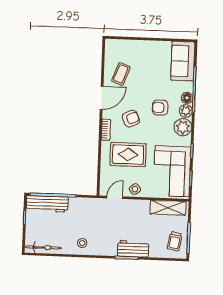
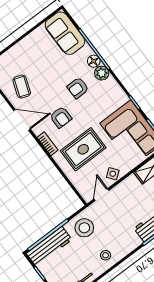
door: (102, 98) -> (22, 120), hinge flipped
armchair: (131, 119) -> (61, 117), turned 112
plant: (183, 127) -> (110, 89), removed
stool: (83, 211) -> (84, 228), added

